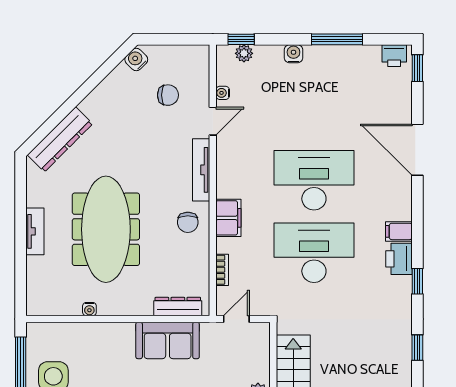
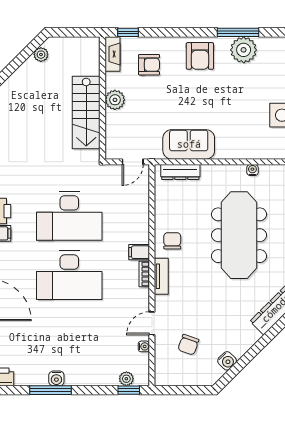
water cooler: (293, 54) -> (56, 378), moved
water cooler: (136, 60) -> (227, 361), moved
chair: (168, 95) -> (188, 345), turned -71
tv unit: (201, 170) -> (161, 276), width x0.71
filing cabinet: (228, 218) -> (139, 252), width x0.50
bookcase: (222, 270) -> (144, 274), moved

